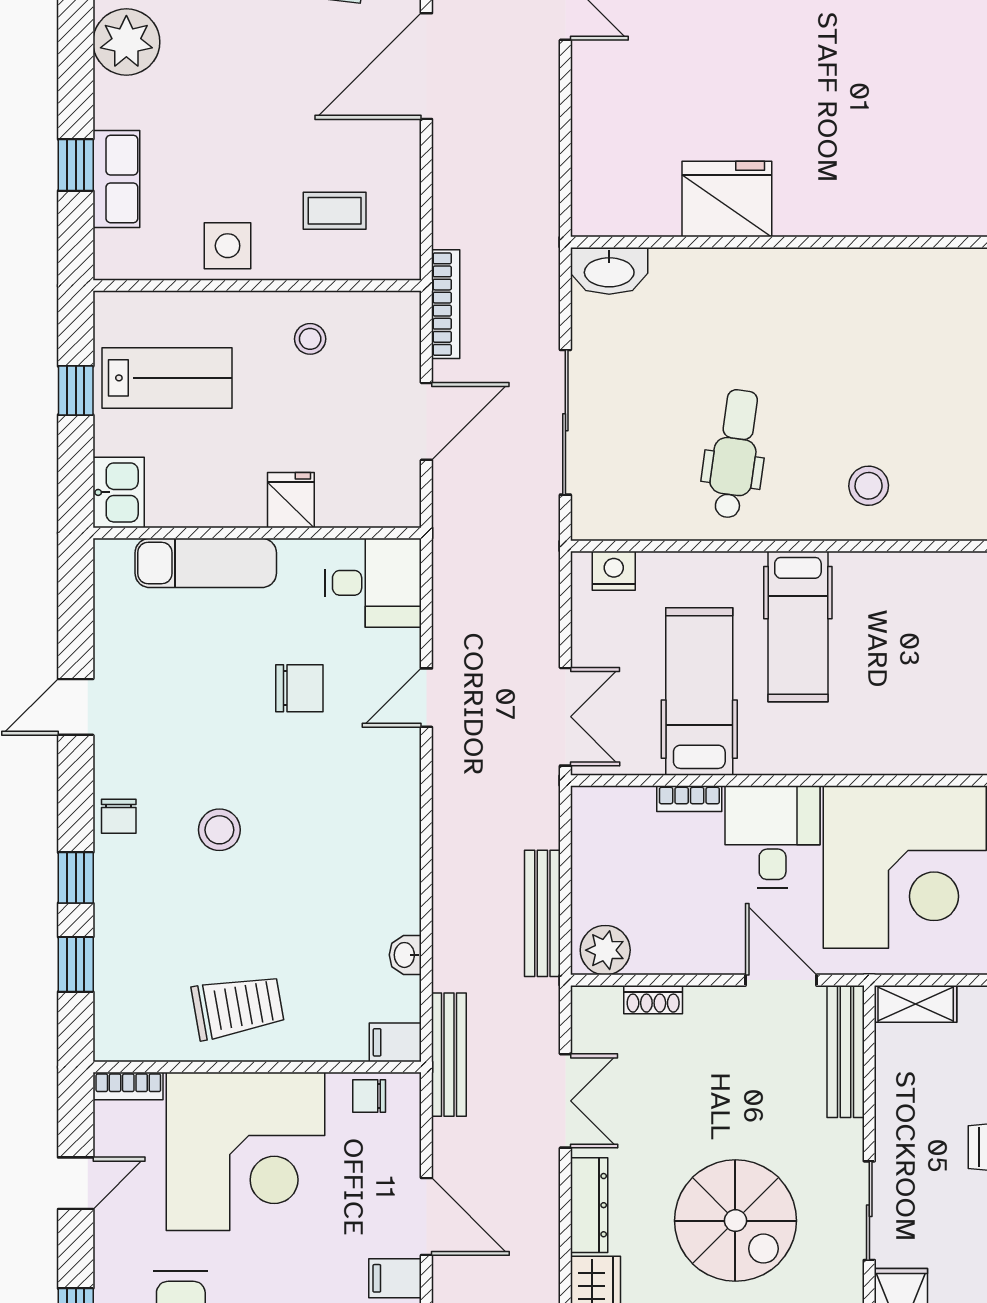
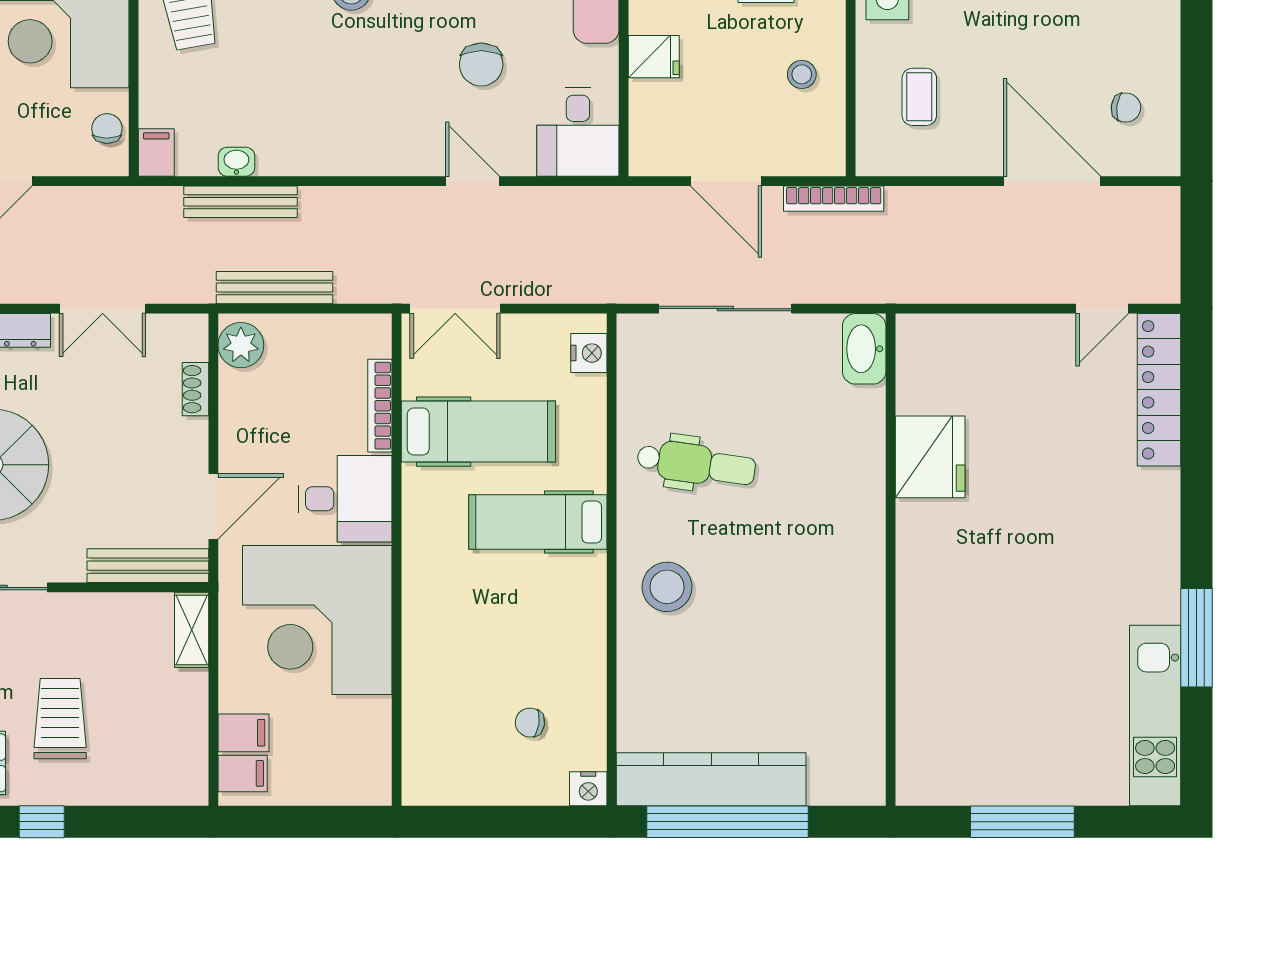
stool: (869, 486) -> (667, 587), width x1.38, depth x1.38
bookcase: (689, 799) -> (380, 406), width x1.56
bench: (449, 1055) -> (241, 202), moved

